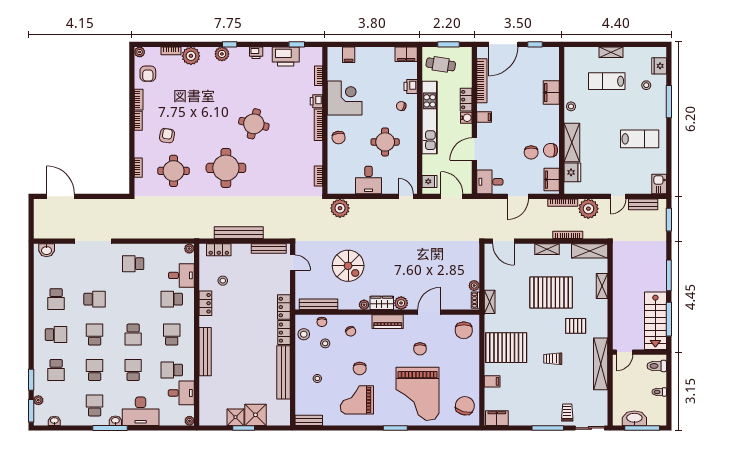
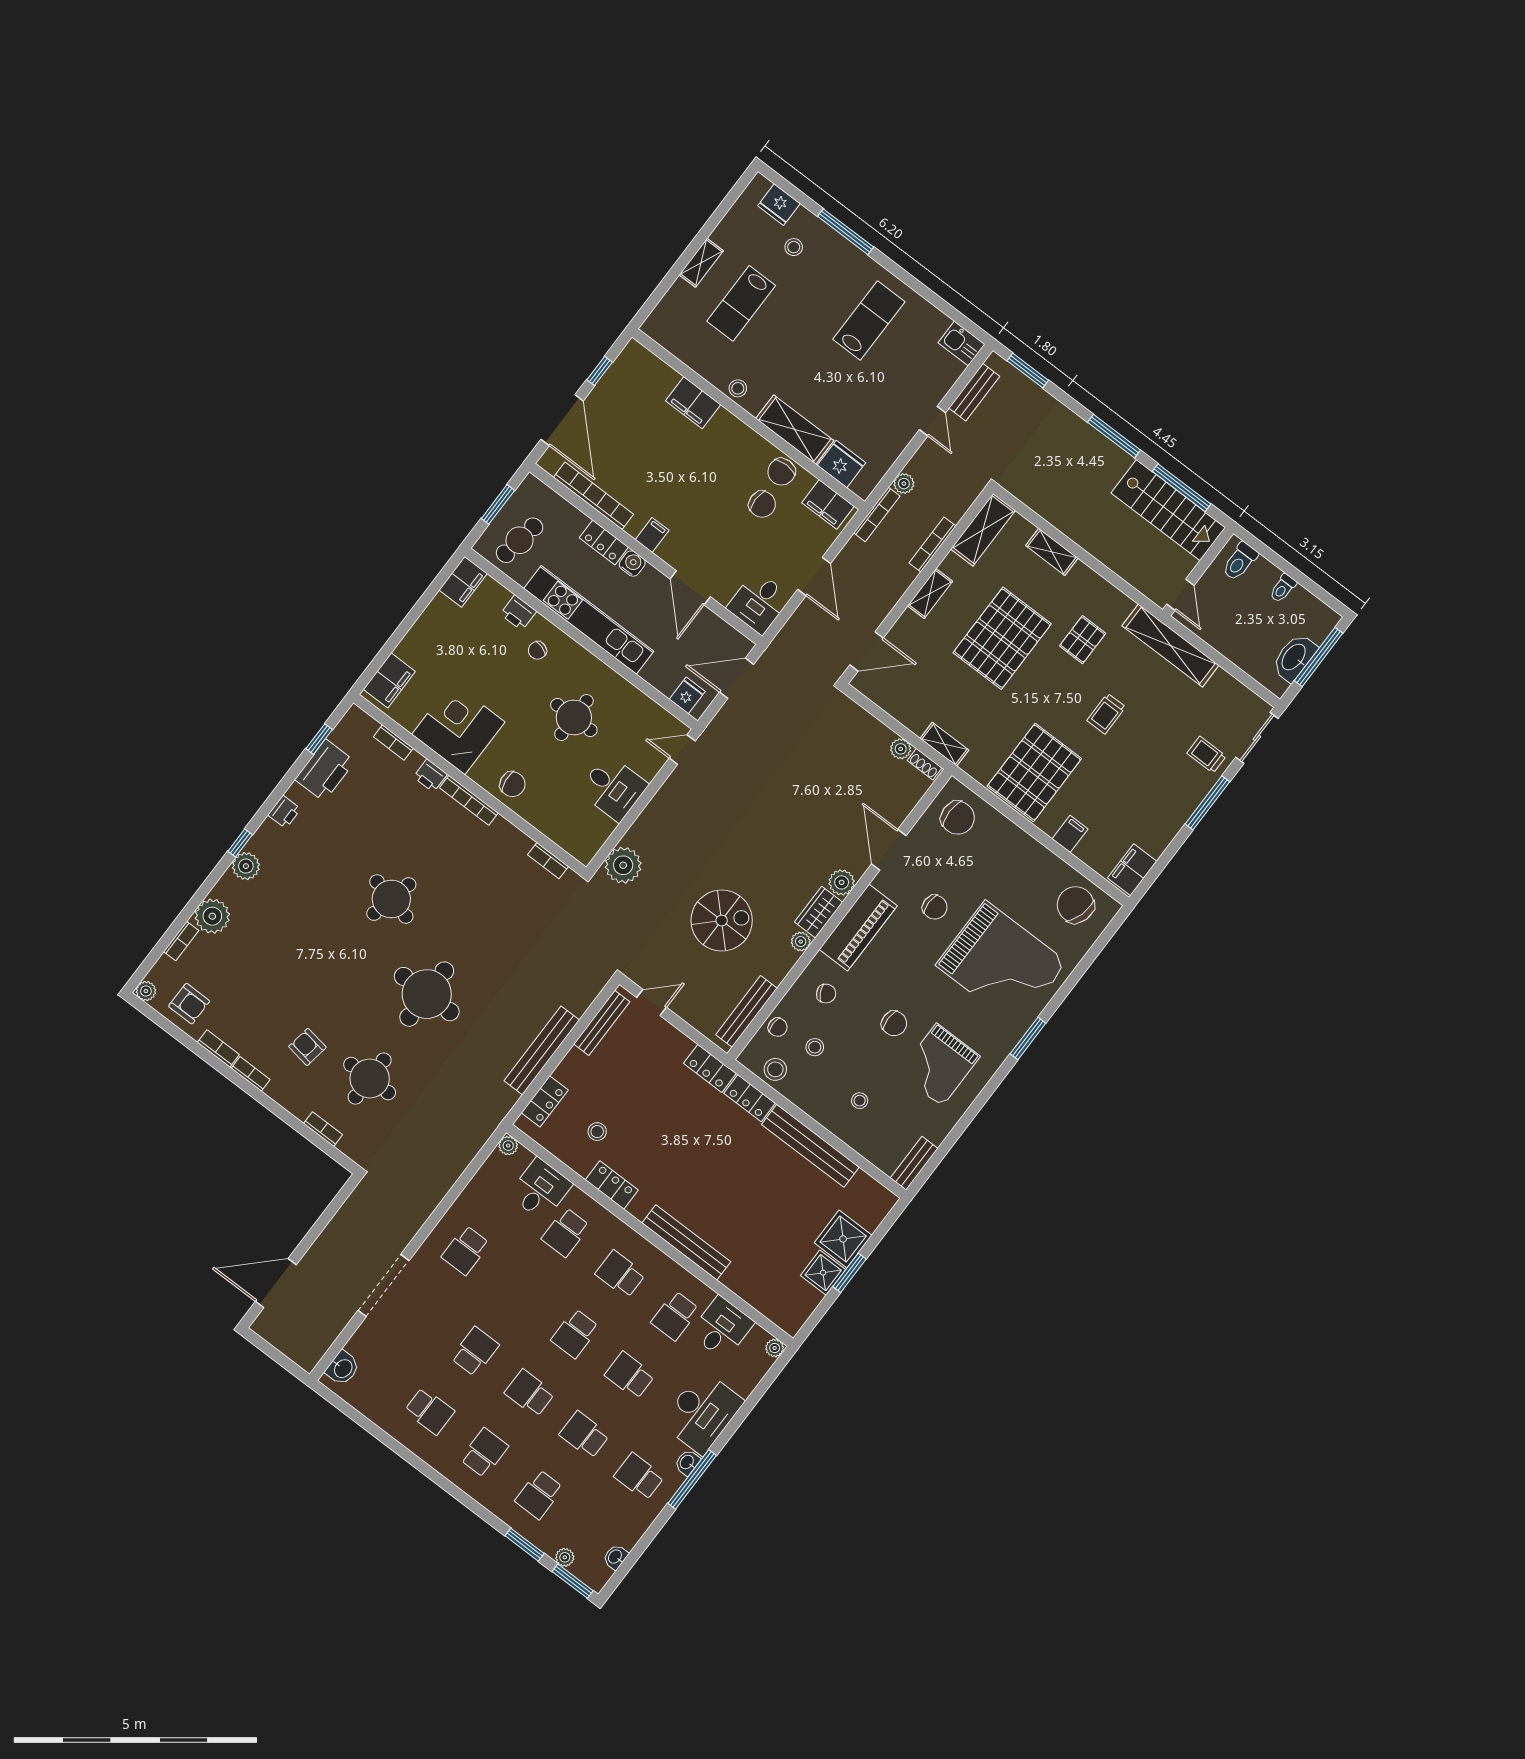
filing cabinet: (349, 55) -> (389, 680), width x2.00
plant: (588, 209) -> (904, 484), width x0.53, depth x0.53
piano: (388, 322) -> (858, 928), width x1.37, depth x1.33
school desk: (133, 335) -> (575, 1334), turned 90
school desk: (56, 370) -> (539, 1494), turned 90

